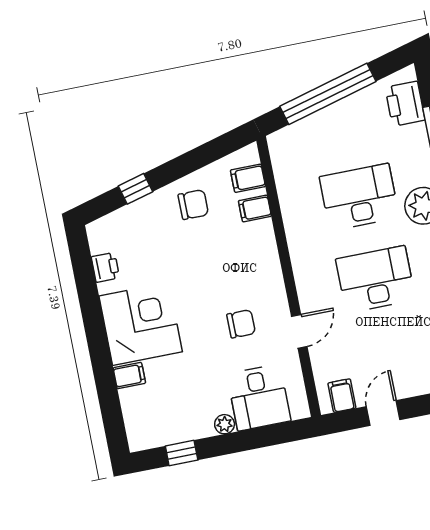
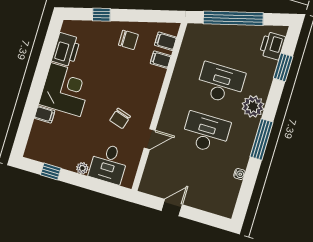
printer: (105, 267) -> (66, 50), width x1.87, depth x1.48
chair: (241, 324) -> (120, 118), turned 107
filing cabinet: (342, 396) -> (154, 186), removed

